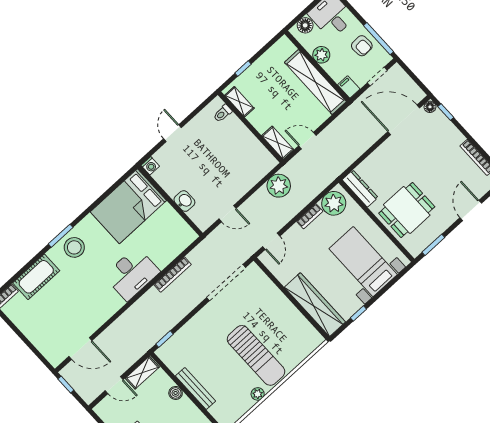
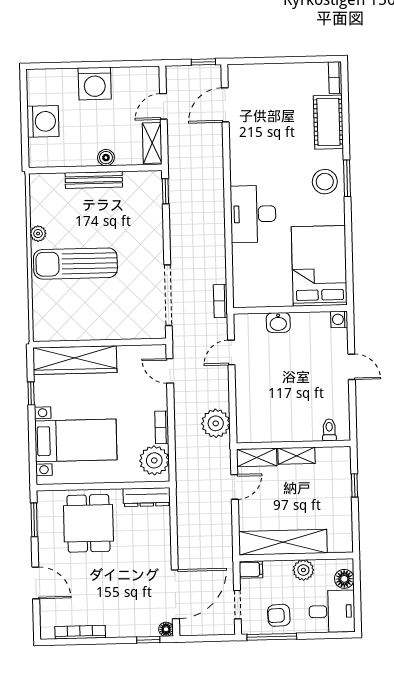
shelving: (239, 102) -> (296, 456), moved
bookcase: (172, 275) -> (220, 301), moved, width x0.64

